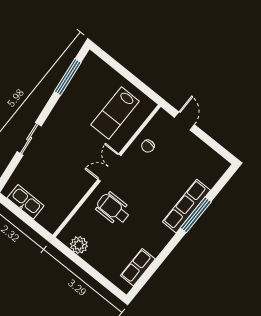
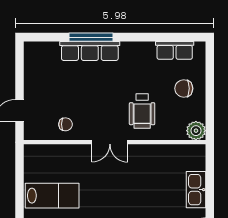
lab bench: (115, 113) -> (52, 196), moved
plant: (79, 245) -> (196, 131), moved
chair: (105, 252) -> (184, 88), added

